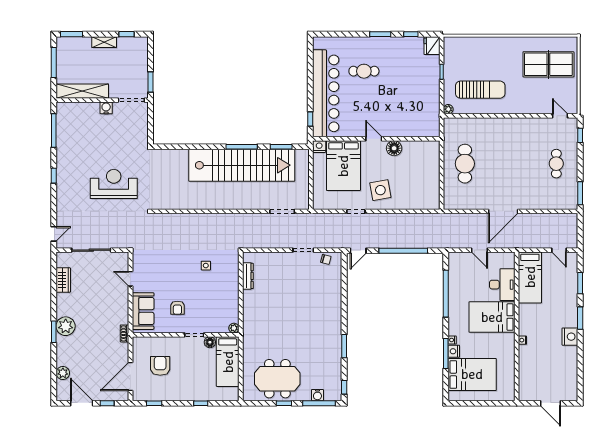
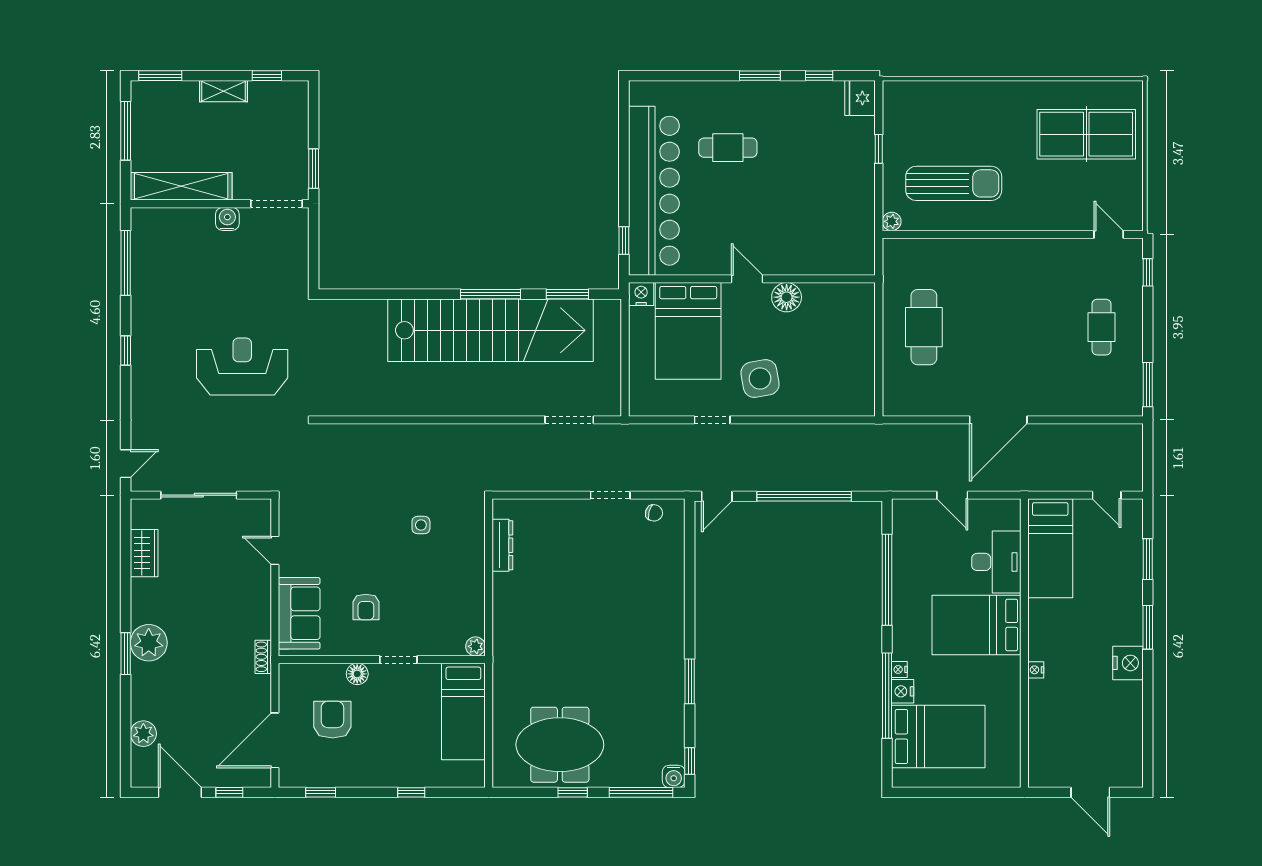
floor lamp: (210, 342) -> (357, 674), moved
window: (446, 353) -> (887, 696), width x1.46
water cooler: (317, 395) -> (674, 776), moved

